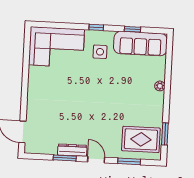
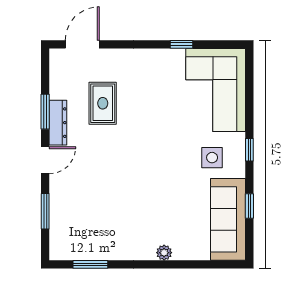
window: (26, 68) -> (181, 44), added
rug: (141, 139) -> (103, 103), moved, width x0.73, depth x0.70

